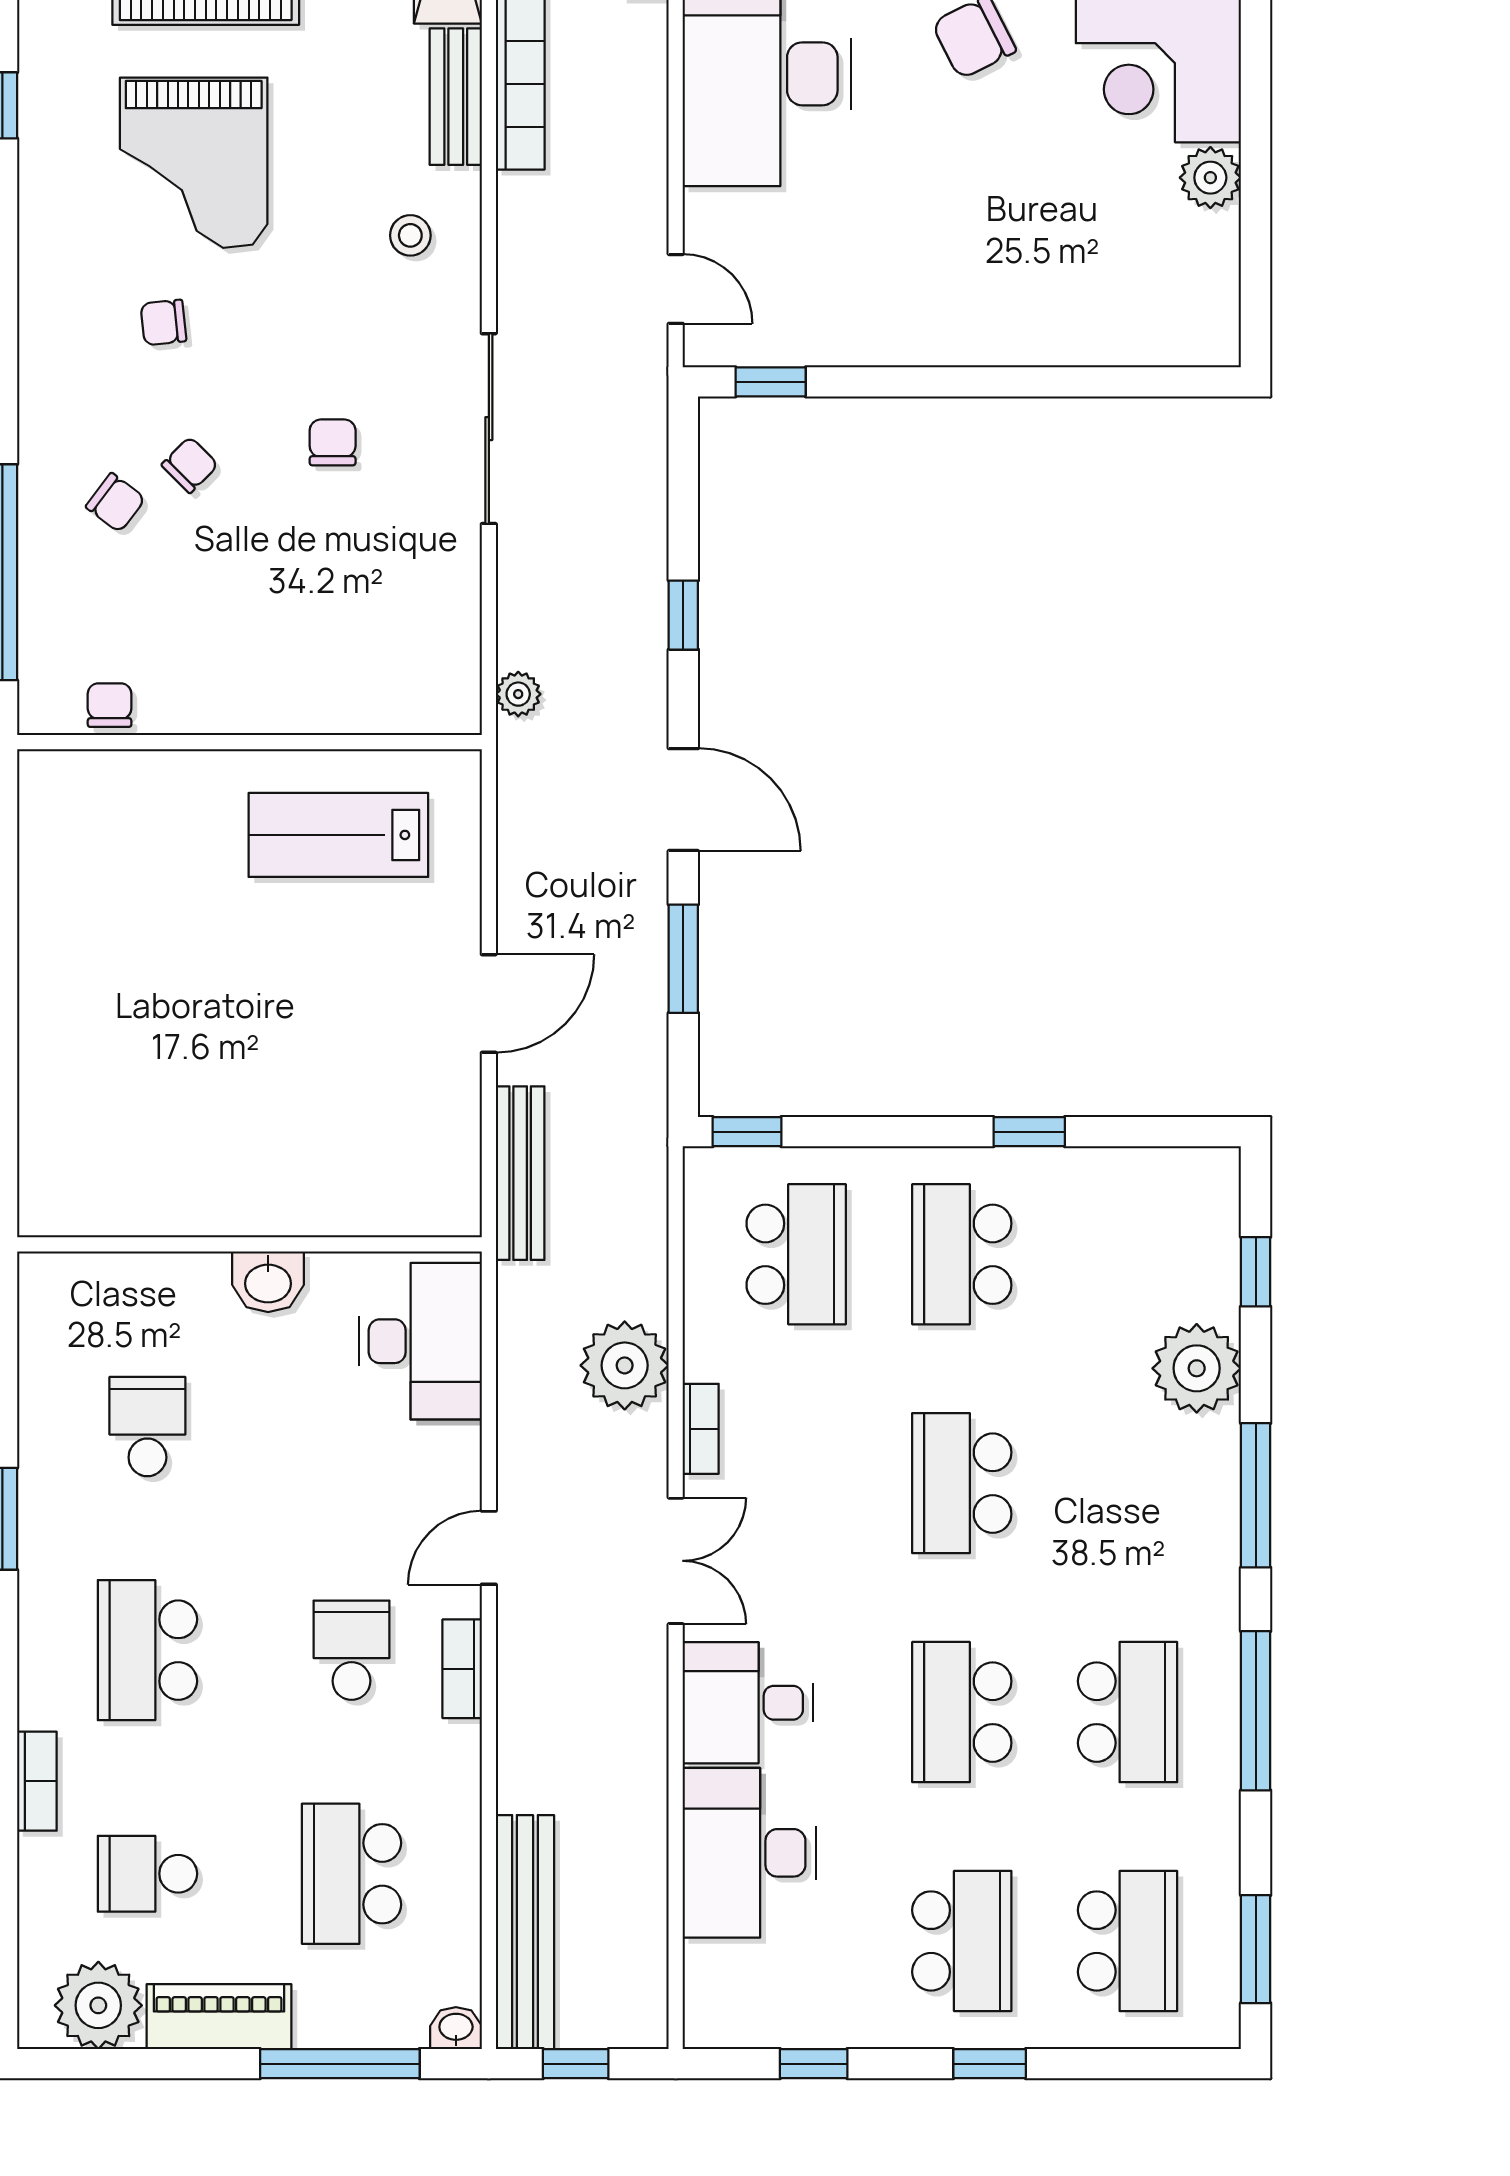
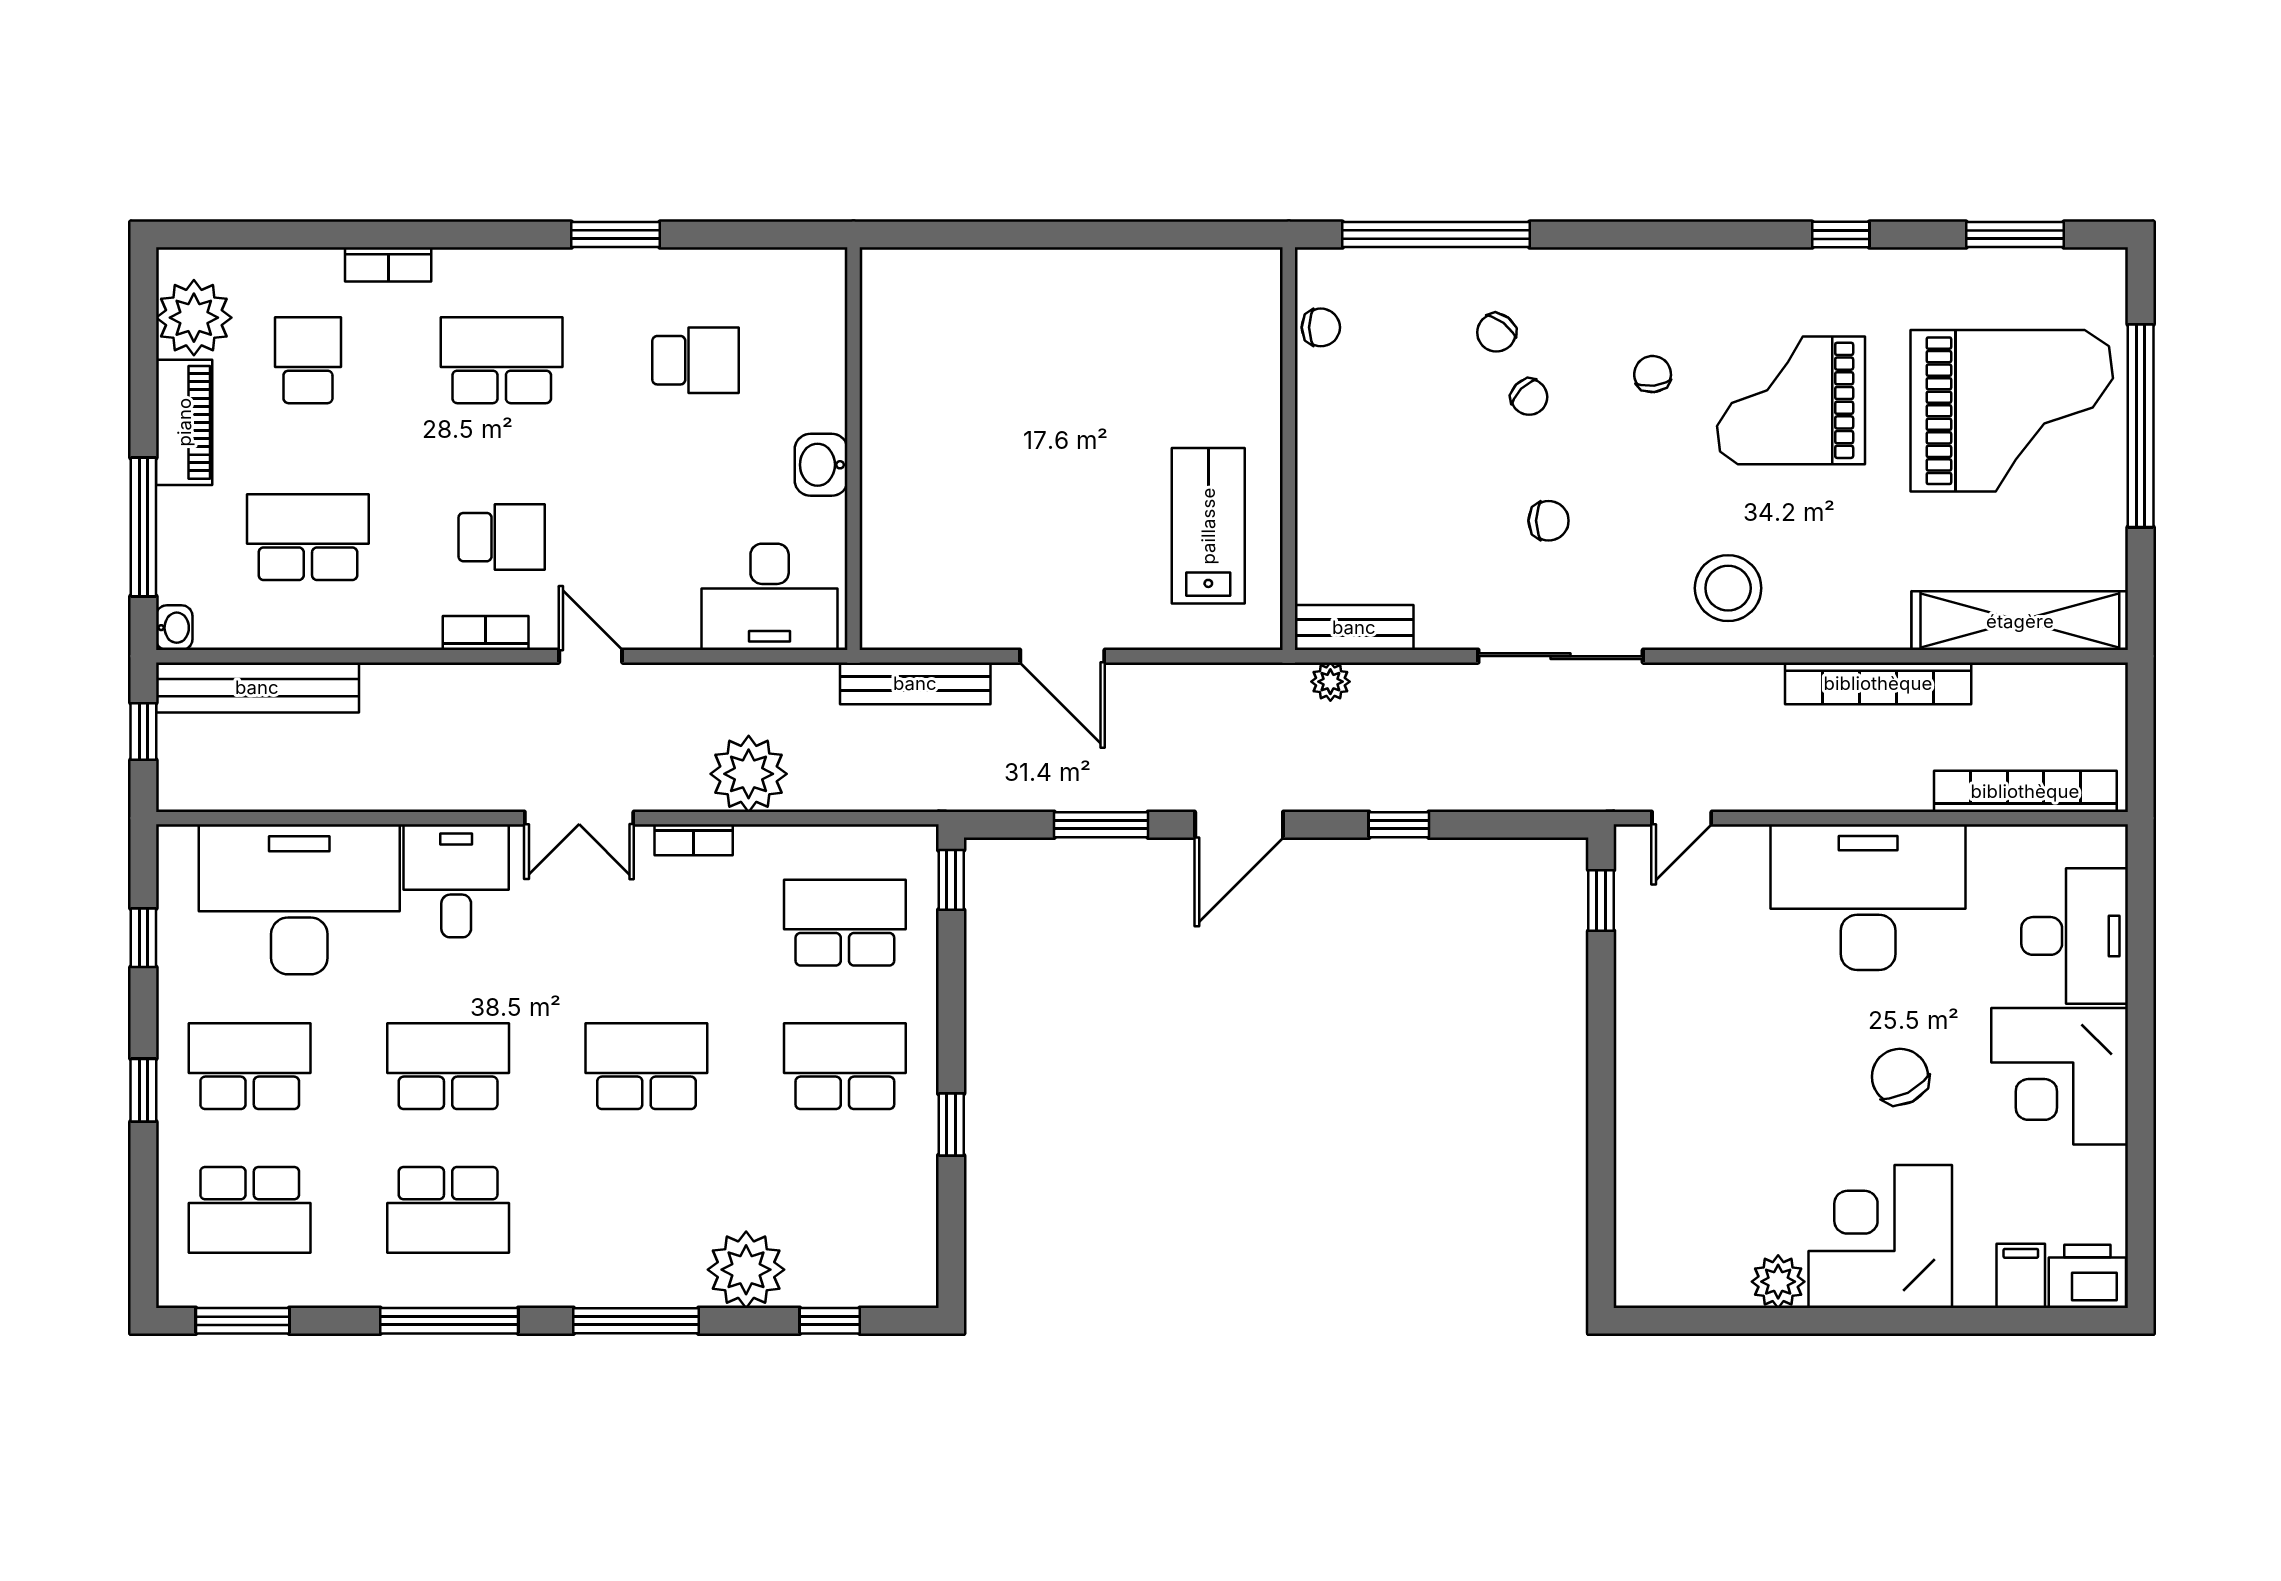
bench: (456, 97) -> (1354, 627), moved
stool: (410, 235) -> (1728, 588), width x1.89, depth x1.89
school desk: (796, 1254) -> (845, 923), turned 180
desk: (749, 1853) -> (299, 899), width x1.36, depth x1.30
school desk: (962, 1941) -> (250, 1066), turned 180

